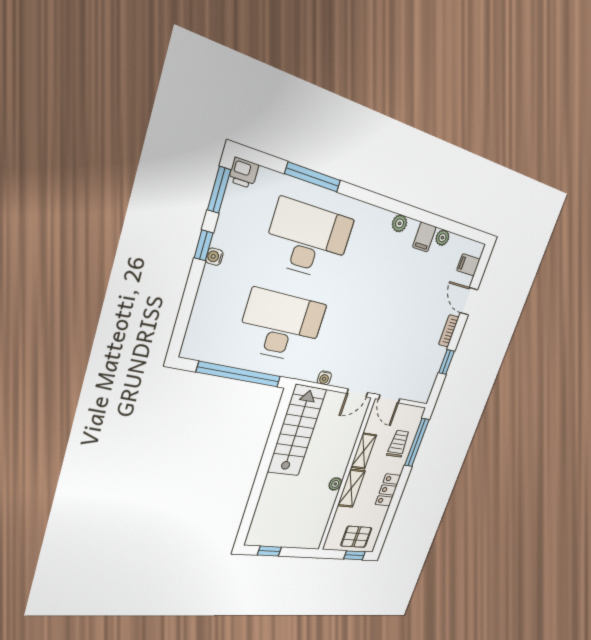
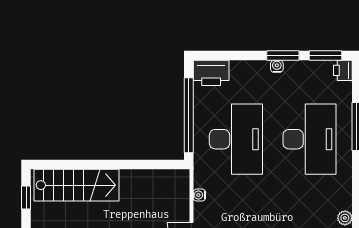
window: (204, 245) -> (283, 55), width x1.50
printer: (199, 339) -> (211, 73), added
stairs: (297, 431) -> (76, 185), moved

